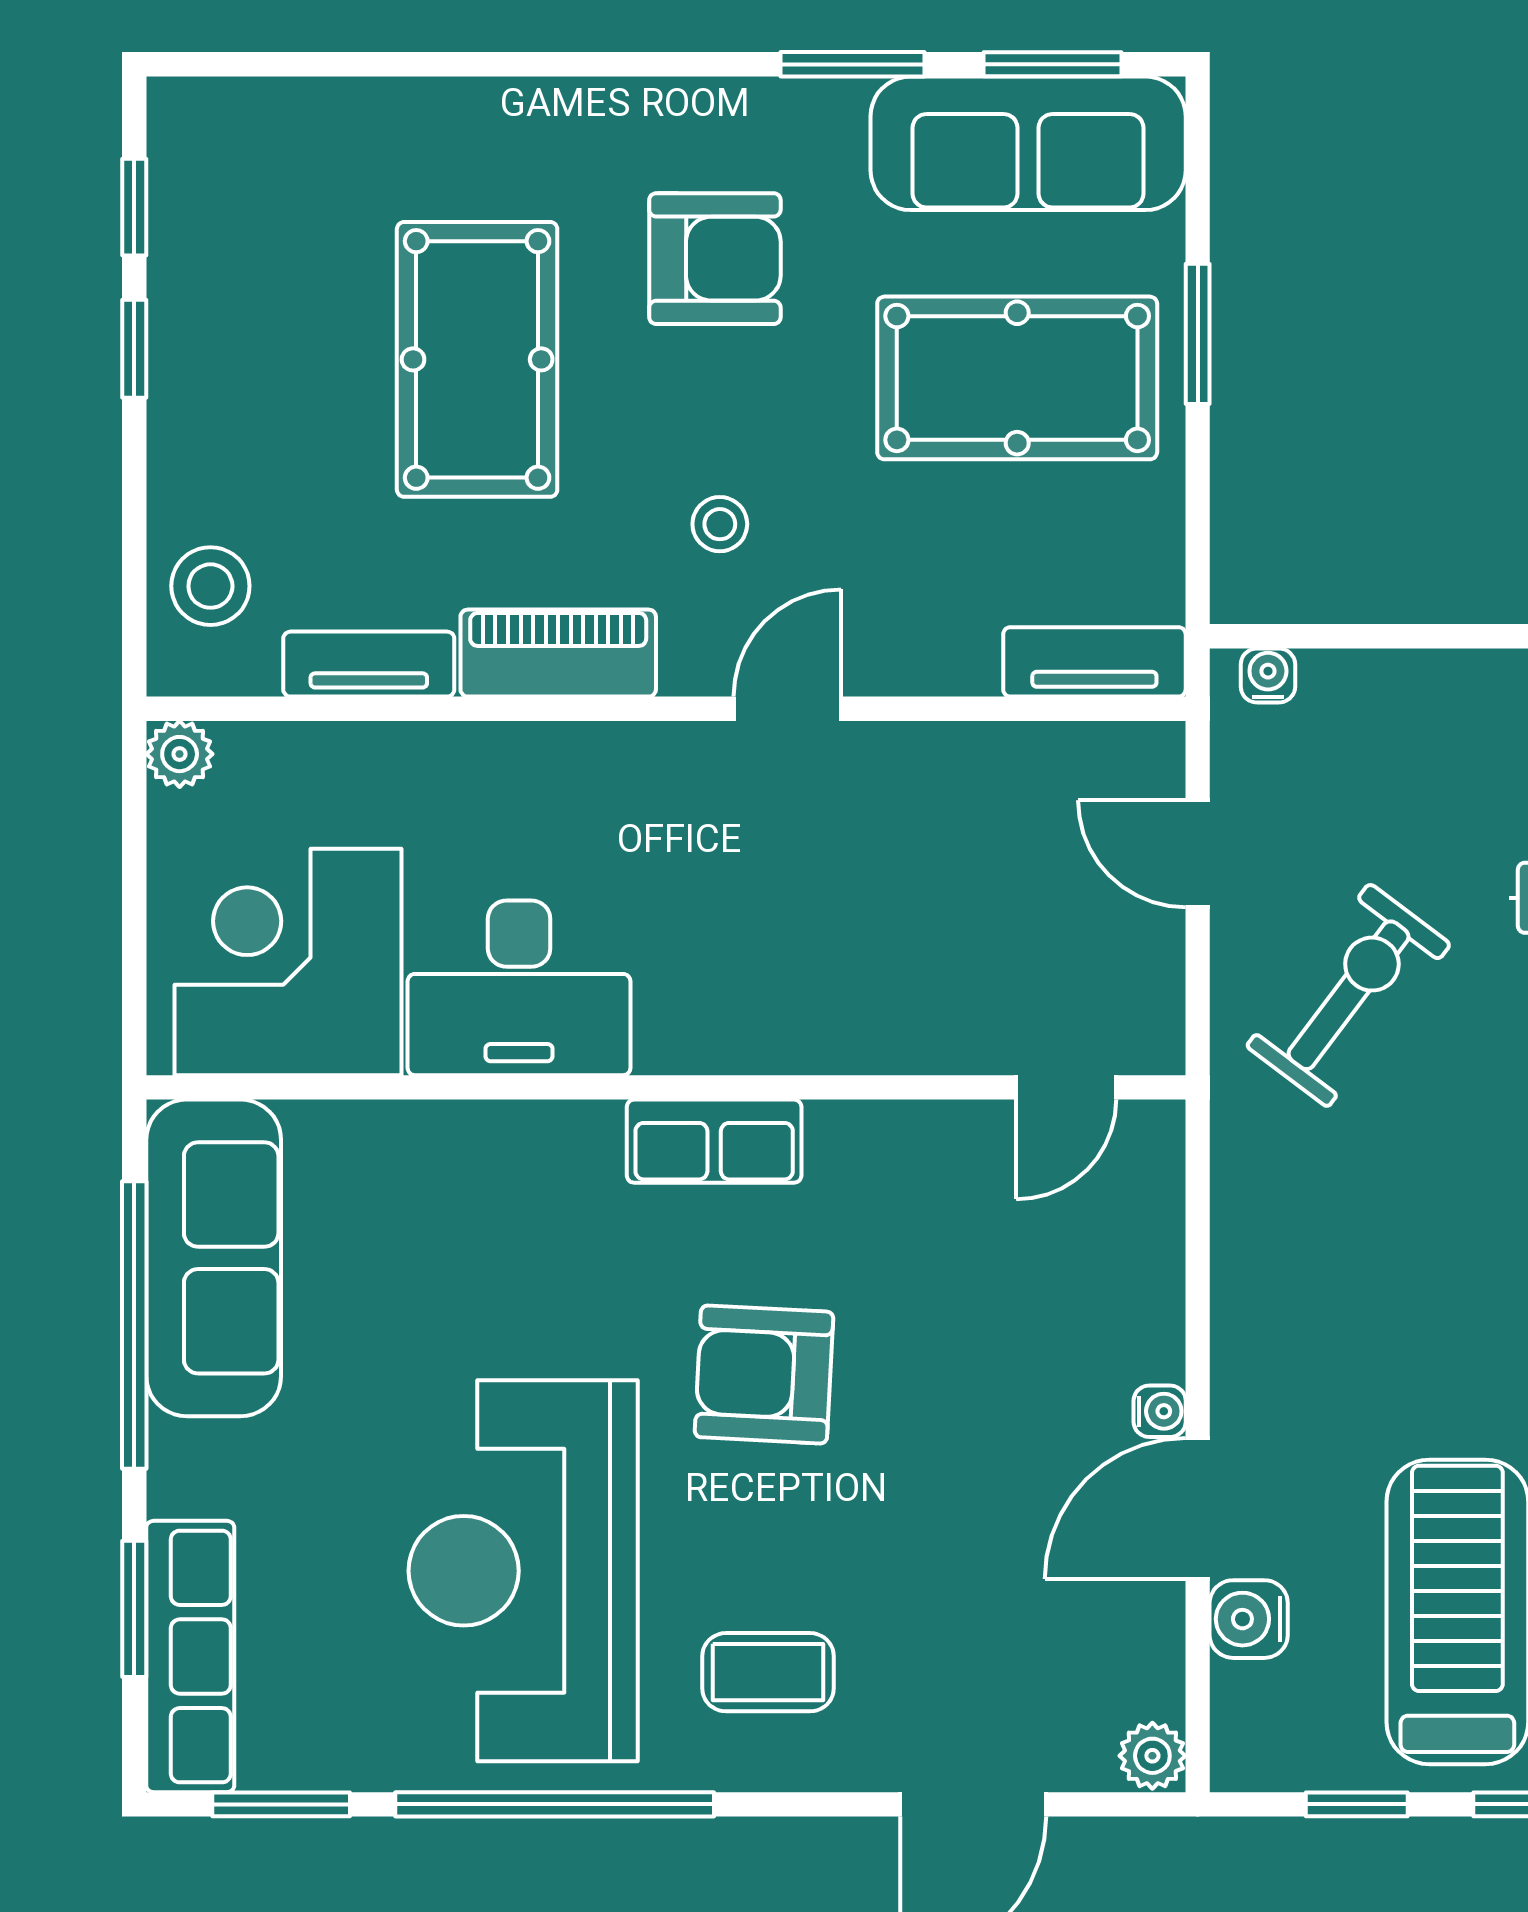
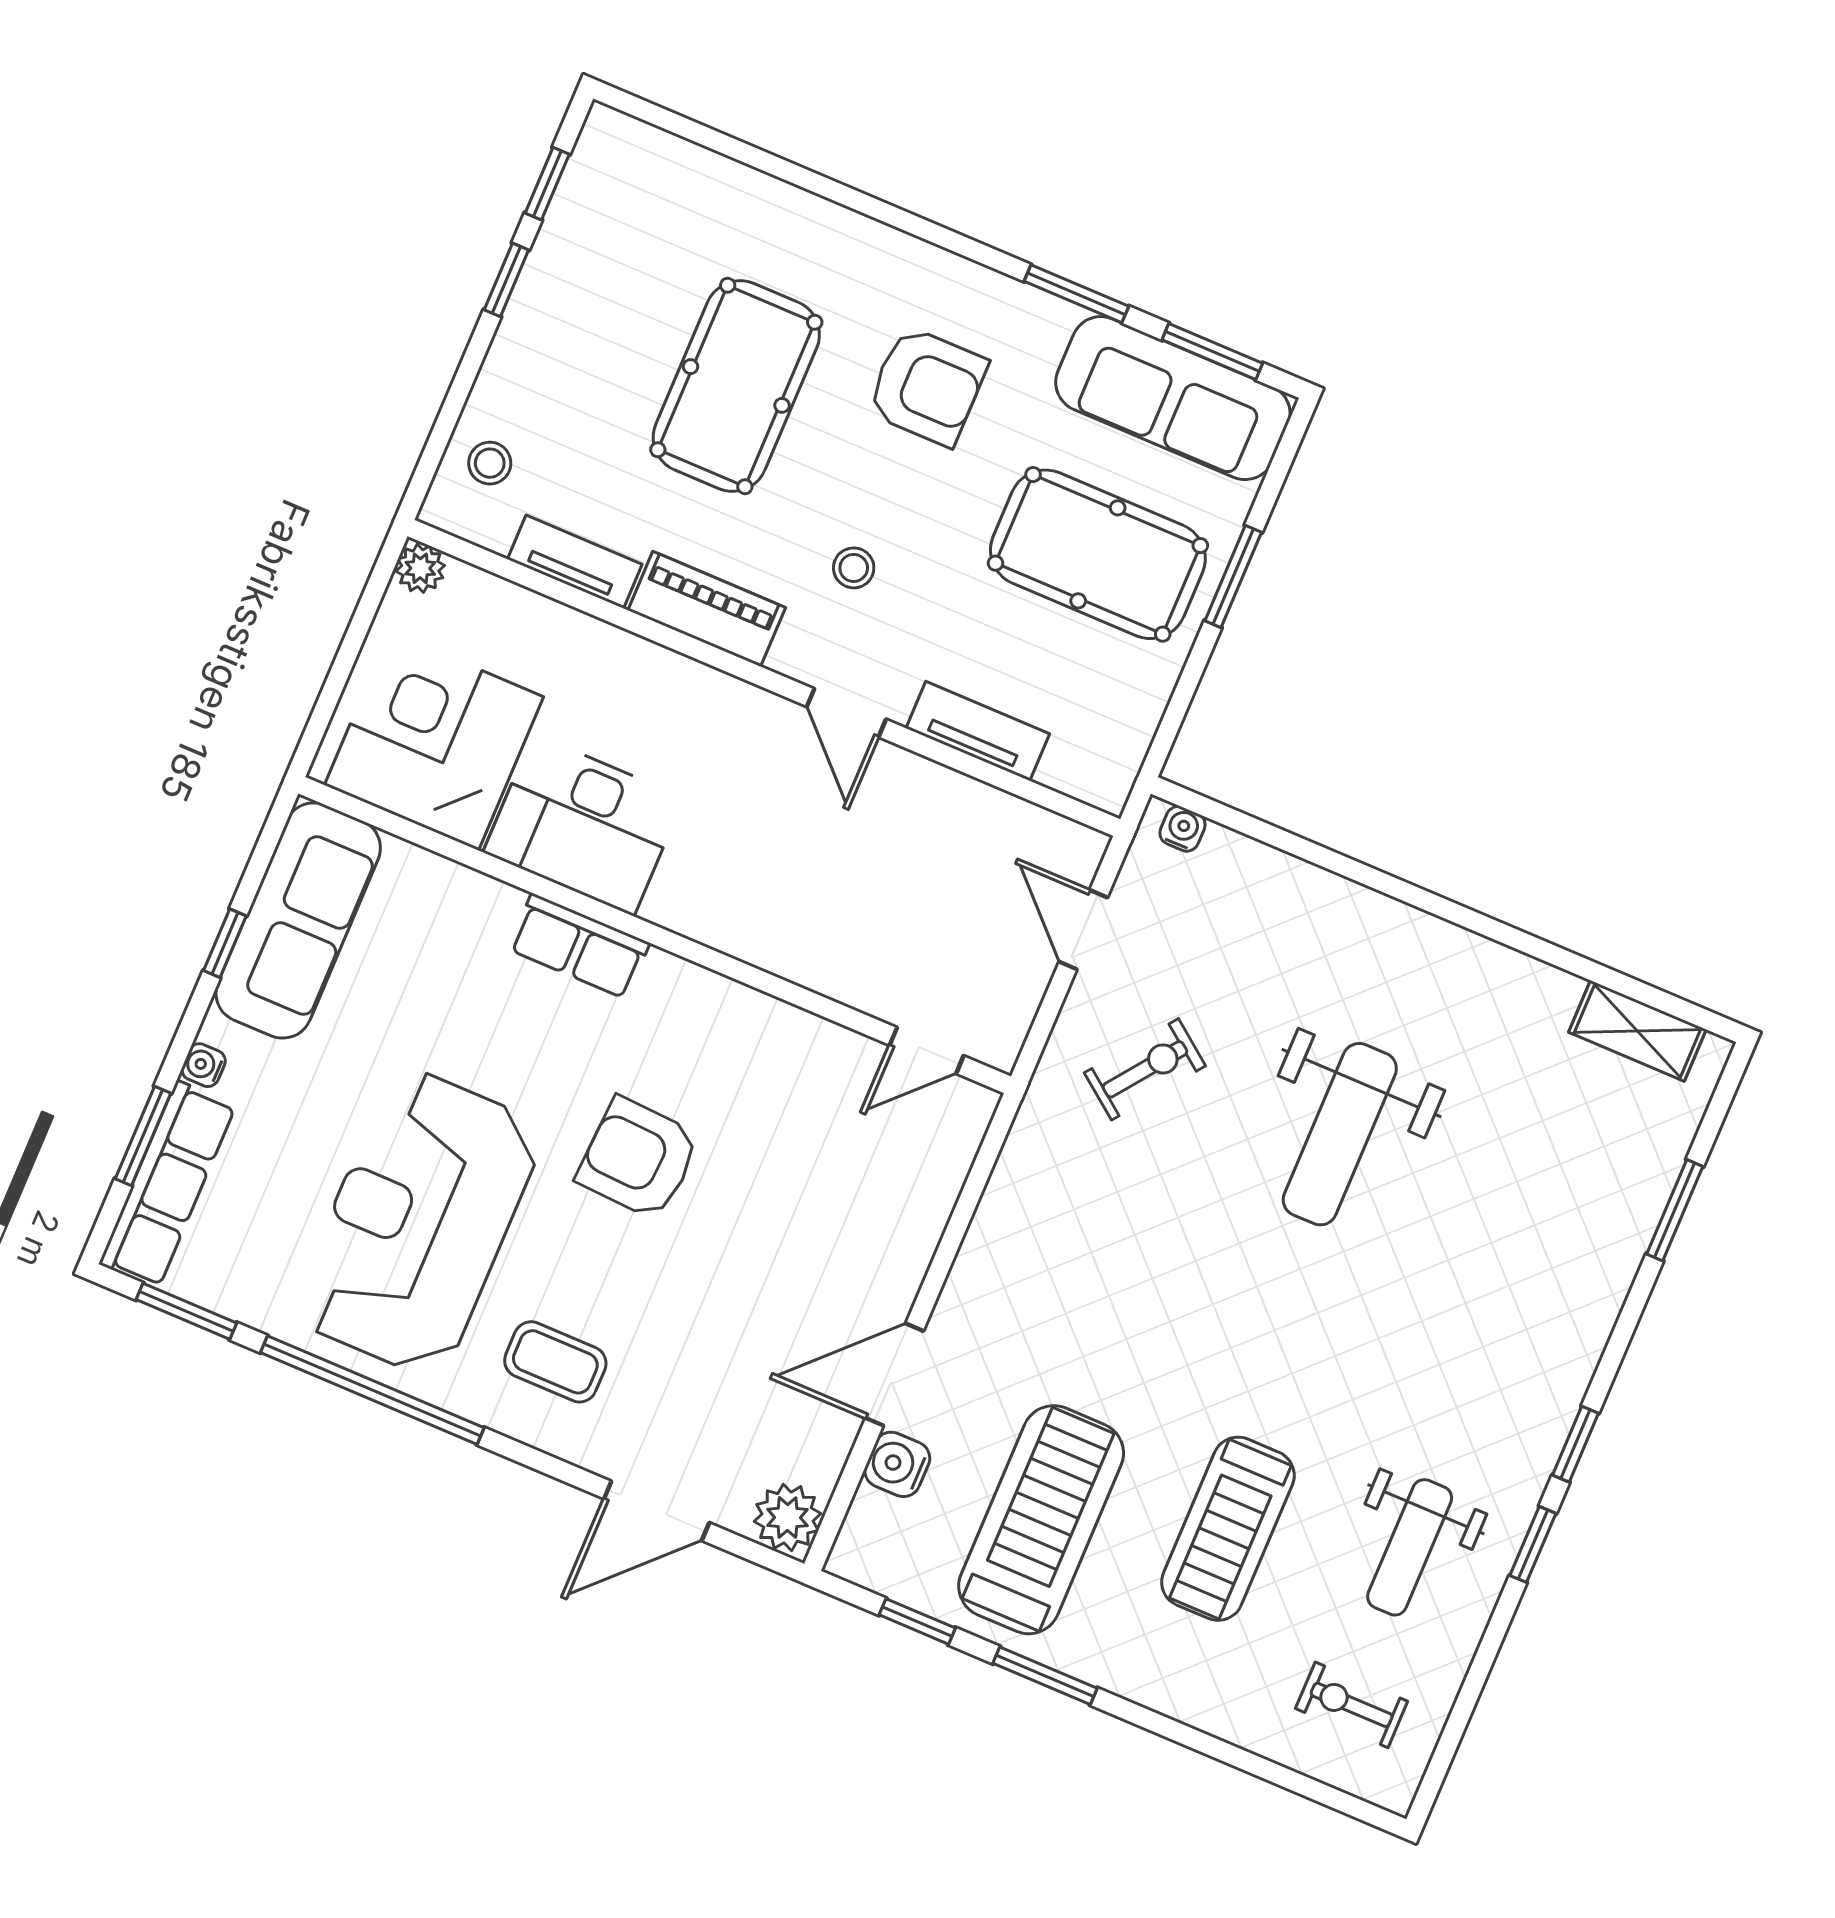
stool: (210, 586) -> (490, 463), width x0.73, depth x0.73
tv unit: (1094, 662) -> (978, 731), moved
door: (787, 709) -> (846, 713), swing flipped
exercise bike: (1349, 995) -> (1145, 1069), width x0.73, depth x0.72
row of seats: (714, 1141) -> (579, 946), moved
window: (134, 1325) -> (225, 943), width x0.32
water cooler: (1160, 1411) -> (204, 1065), moved, turned 180
plant: (1152, 1756) -> (788, 1517), width x1.38, depth x1.38

